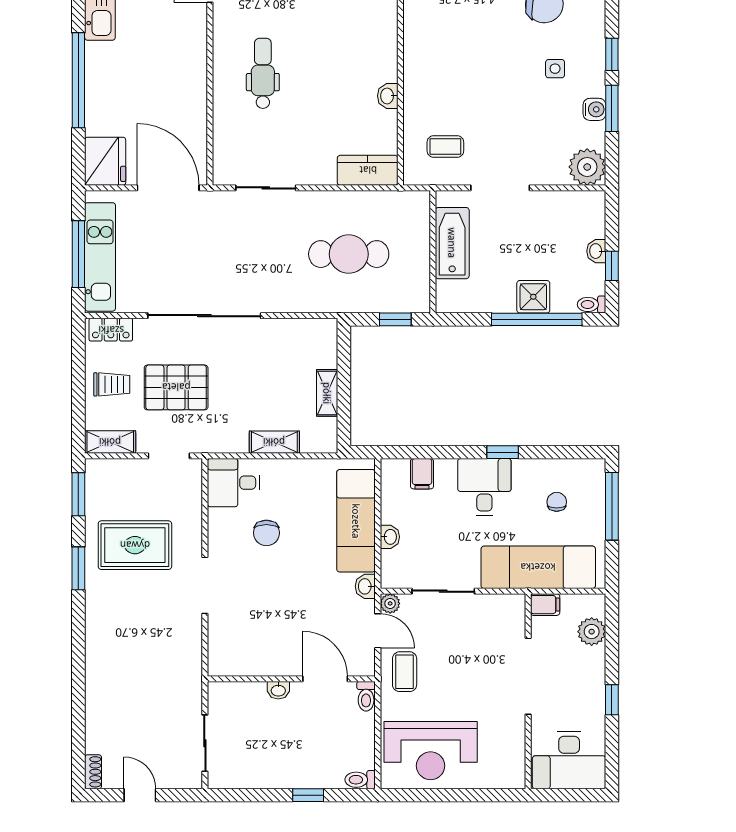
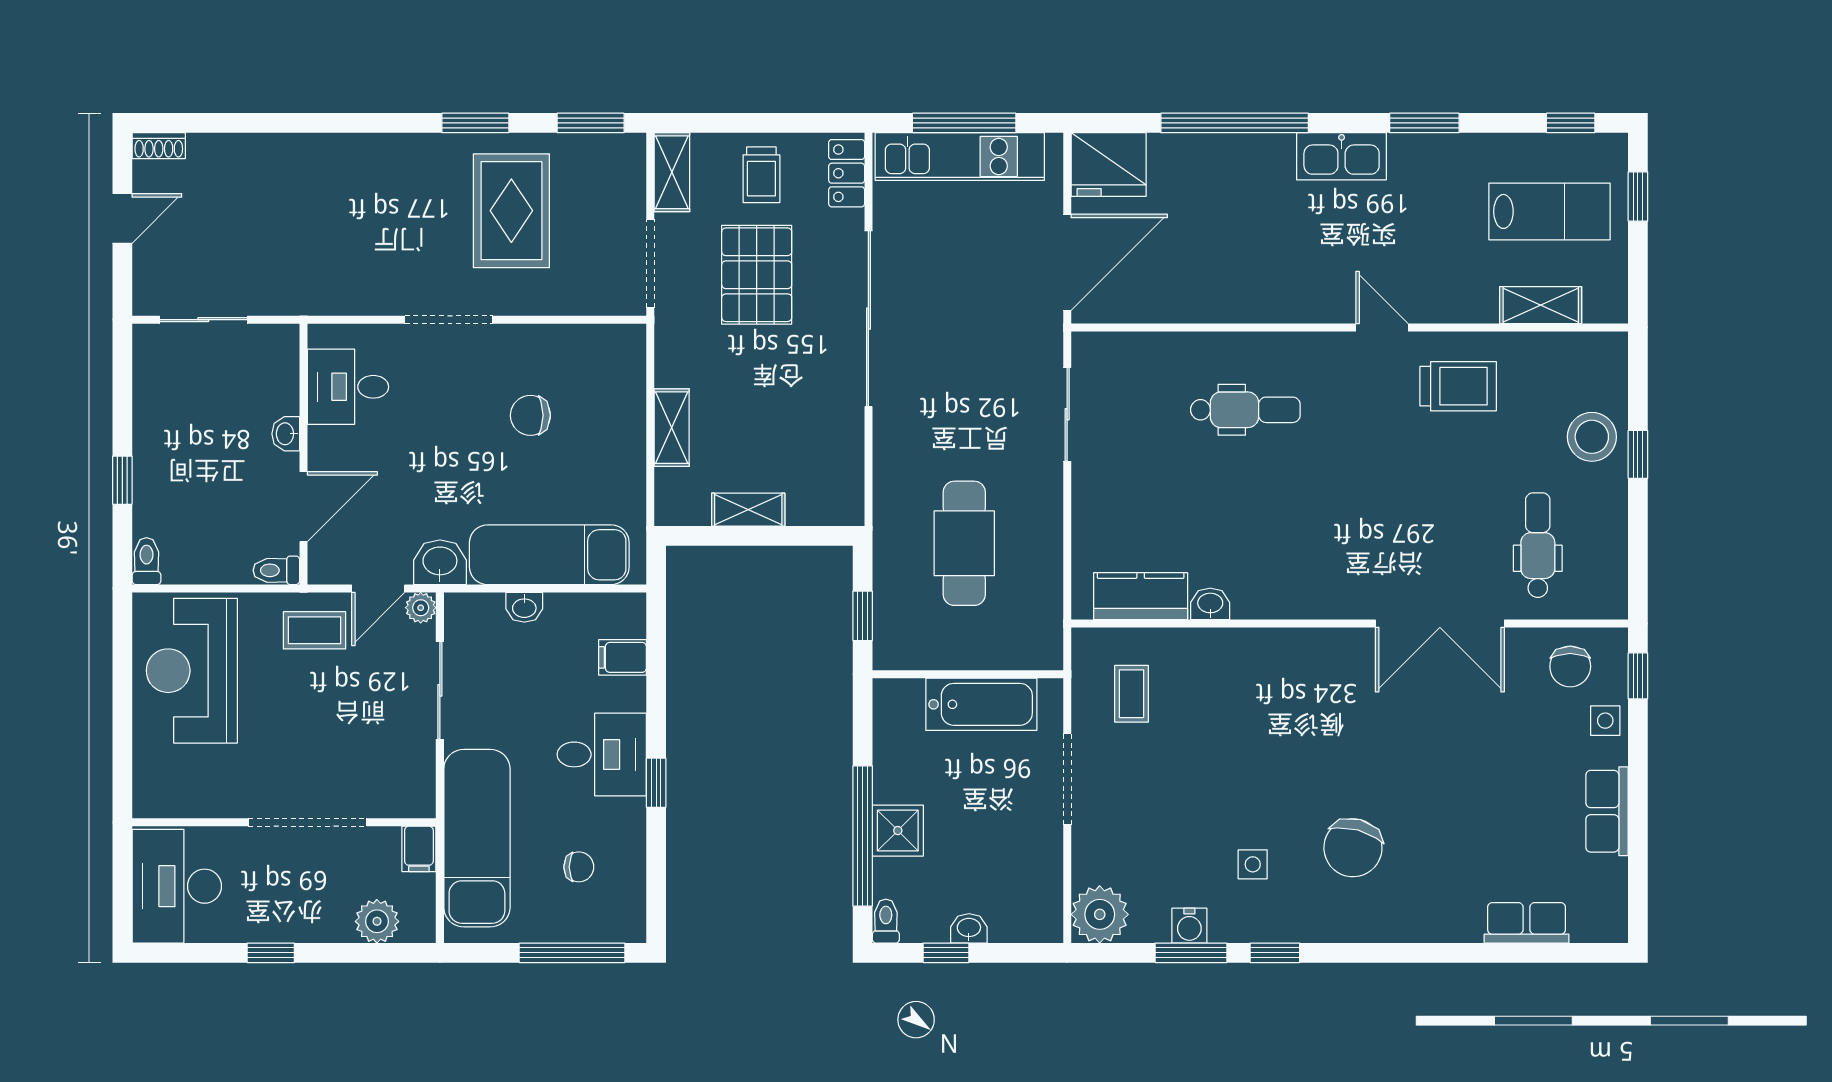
kitchen counter: (368, 170) -> (1141, 596), moved, turned -90
doorway: (169, 456) -> (650, 264), width x1.38
desk: (234, 483) -> (348, 387), moved, turned -90
washbasin: (365, 586) -> (440, 562), width x1.38, depth x1.45

